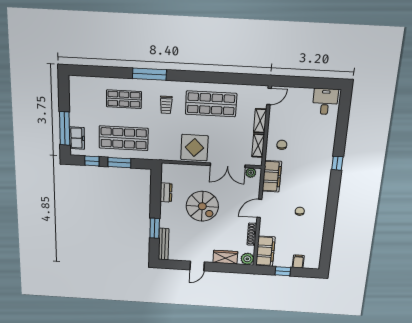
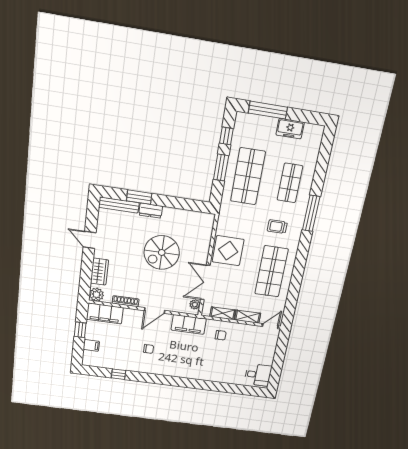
door: (269, 96) -> (270, 326), swing flipped
freezer: (77, 138) -> (290, 129), moved
window: (337, 163) -> (118, 374), moved
dresser: (166, 192) -> (151, 211), moved
door: (259, 208) -> (155, 310), swing flipped

